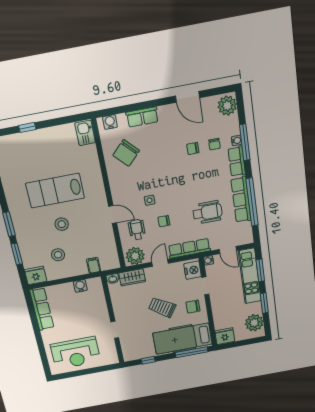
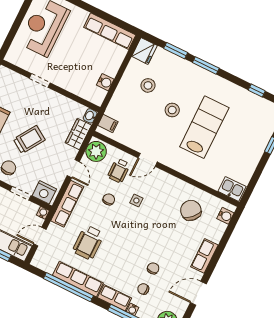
row of seats: (142, 117) -> (204, 256), moved
wheelchair: (137, 230) -> (119, 171), turned 90
filing cabinet: (94, 265) -> (108, 123), moved

